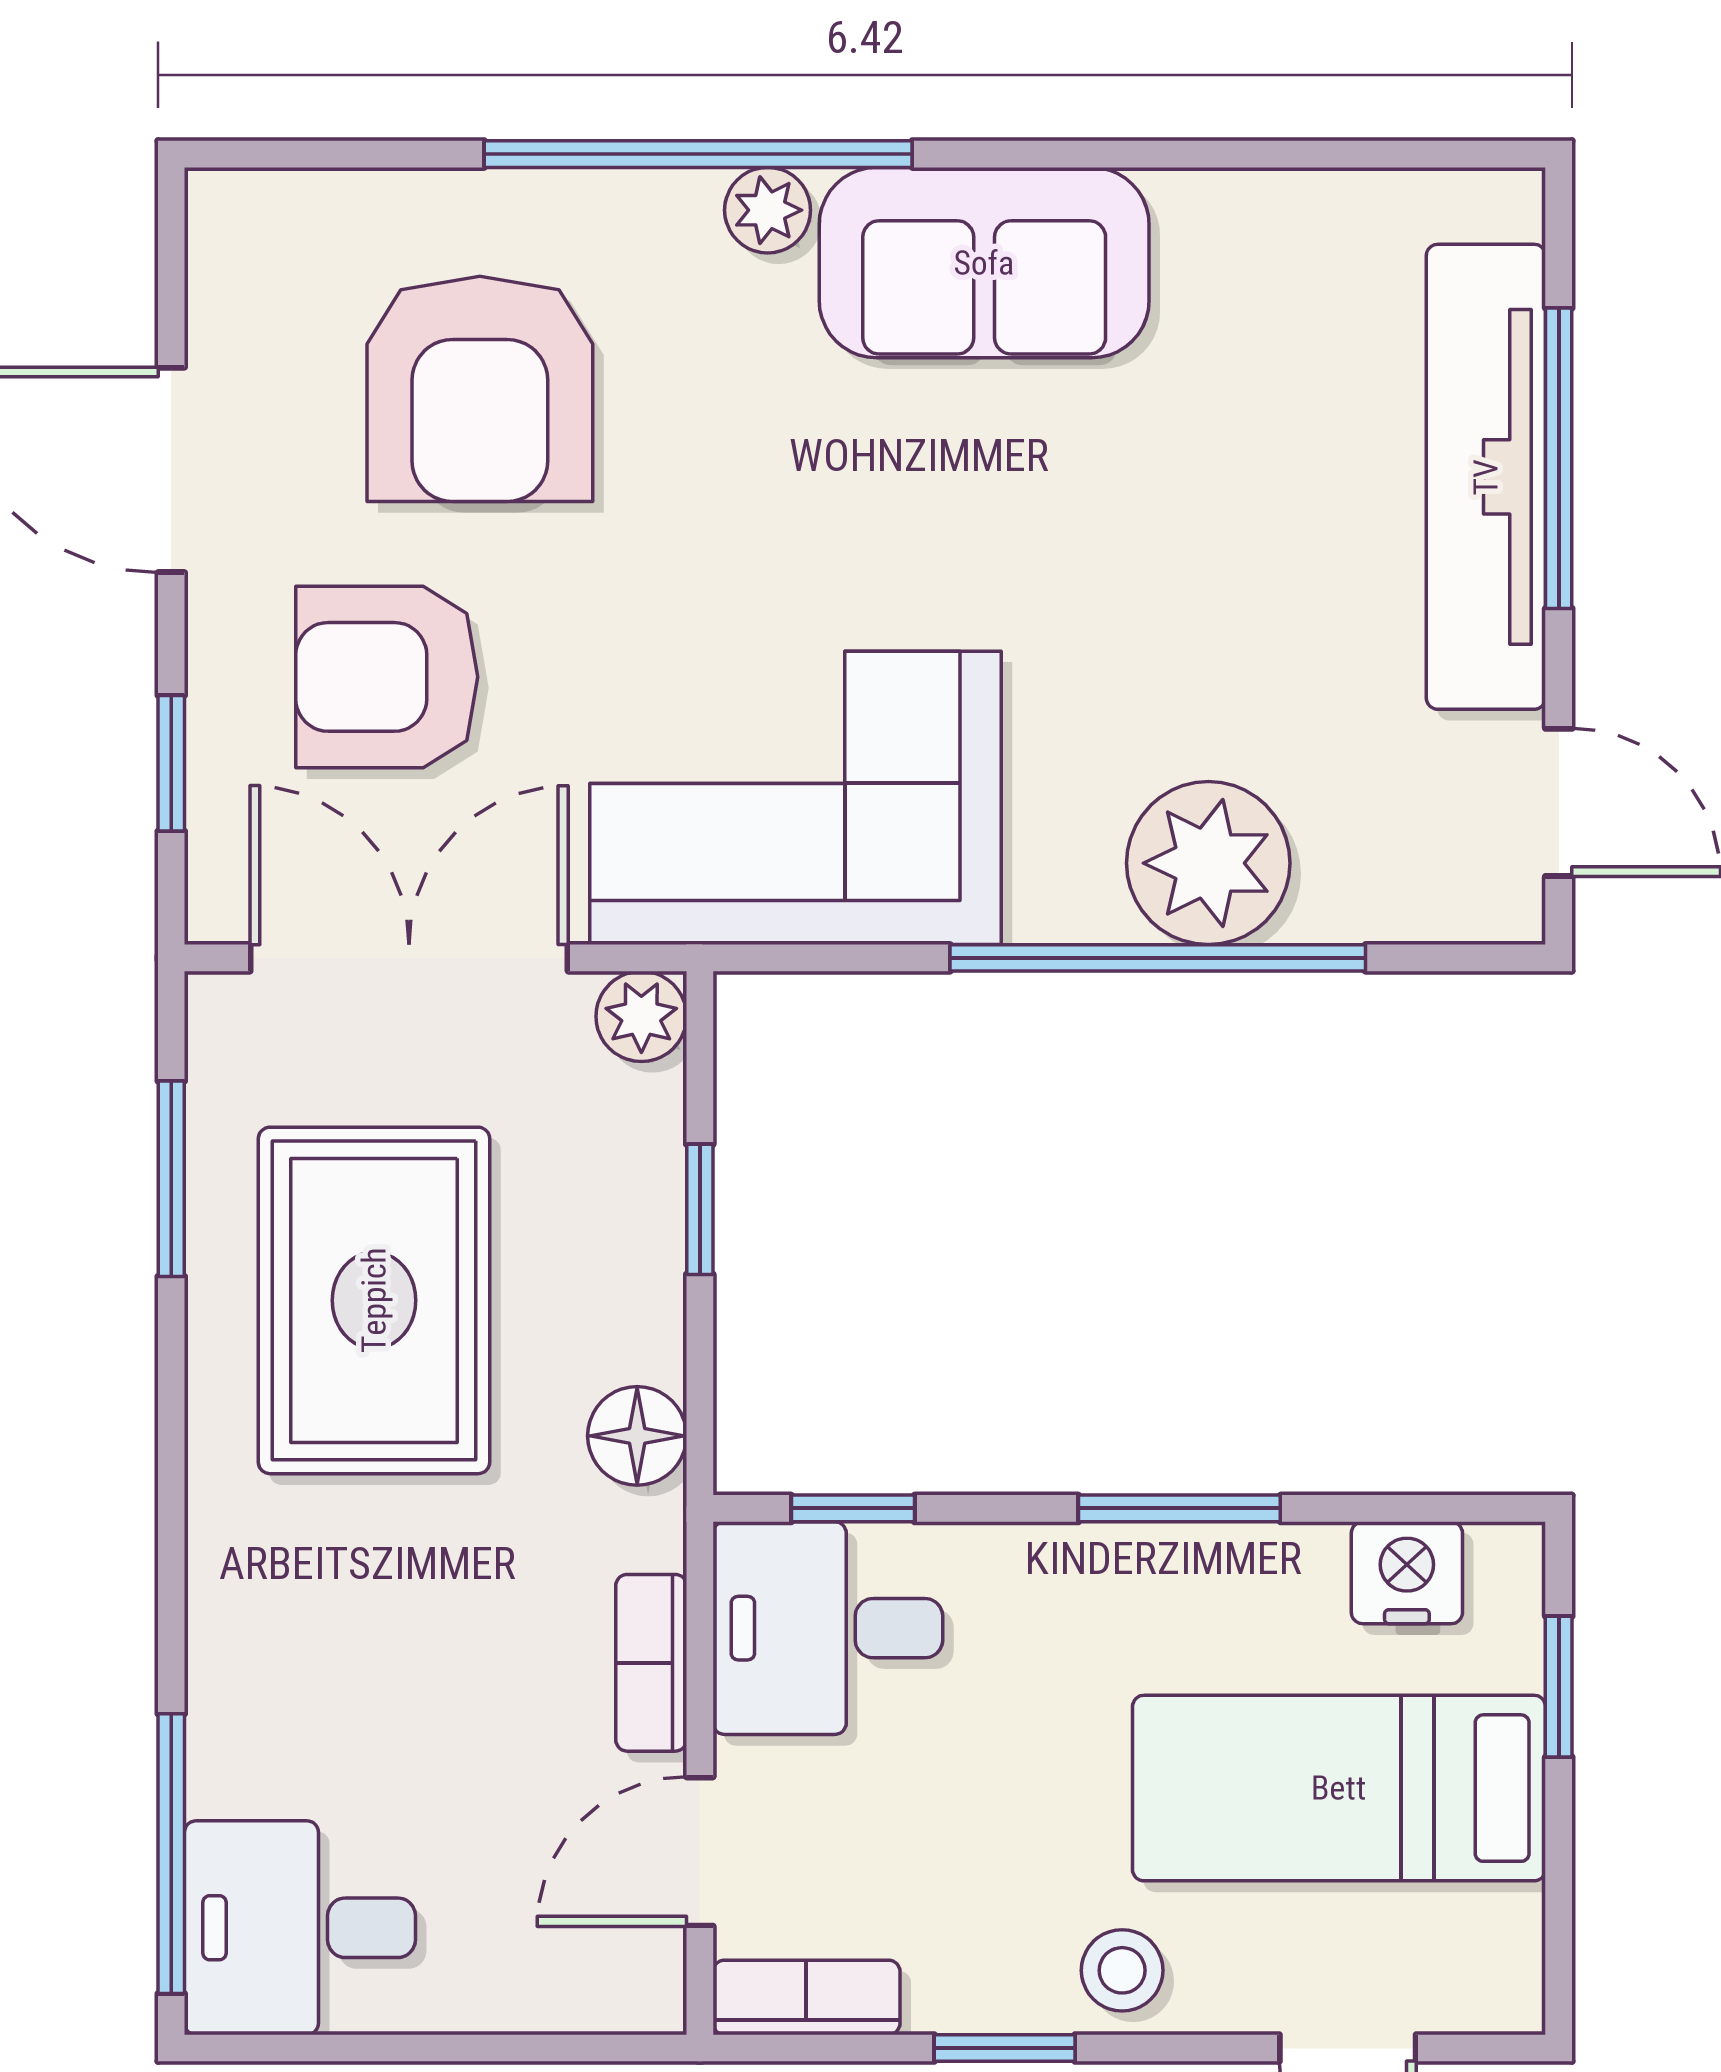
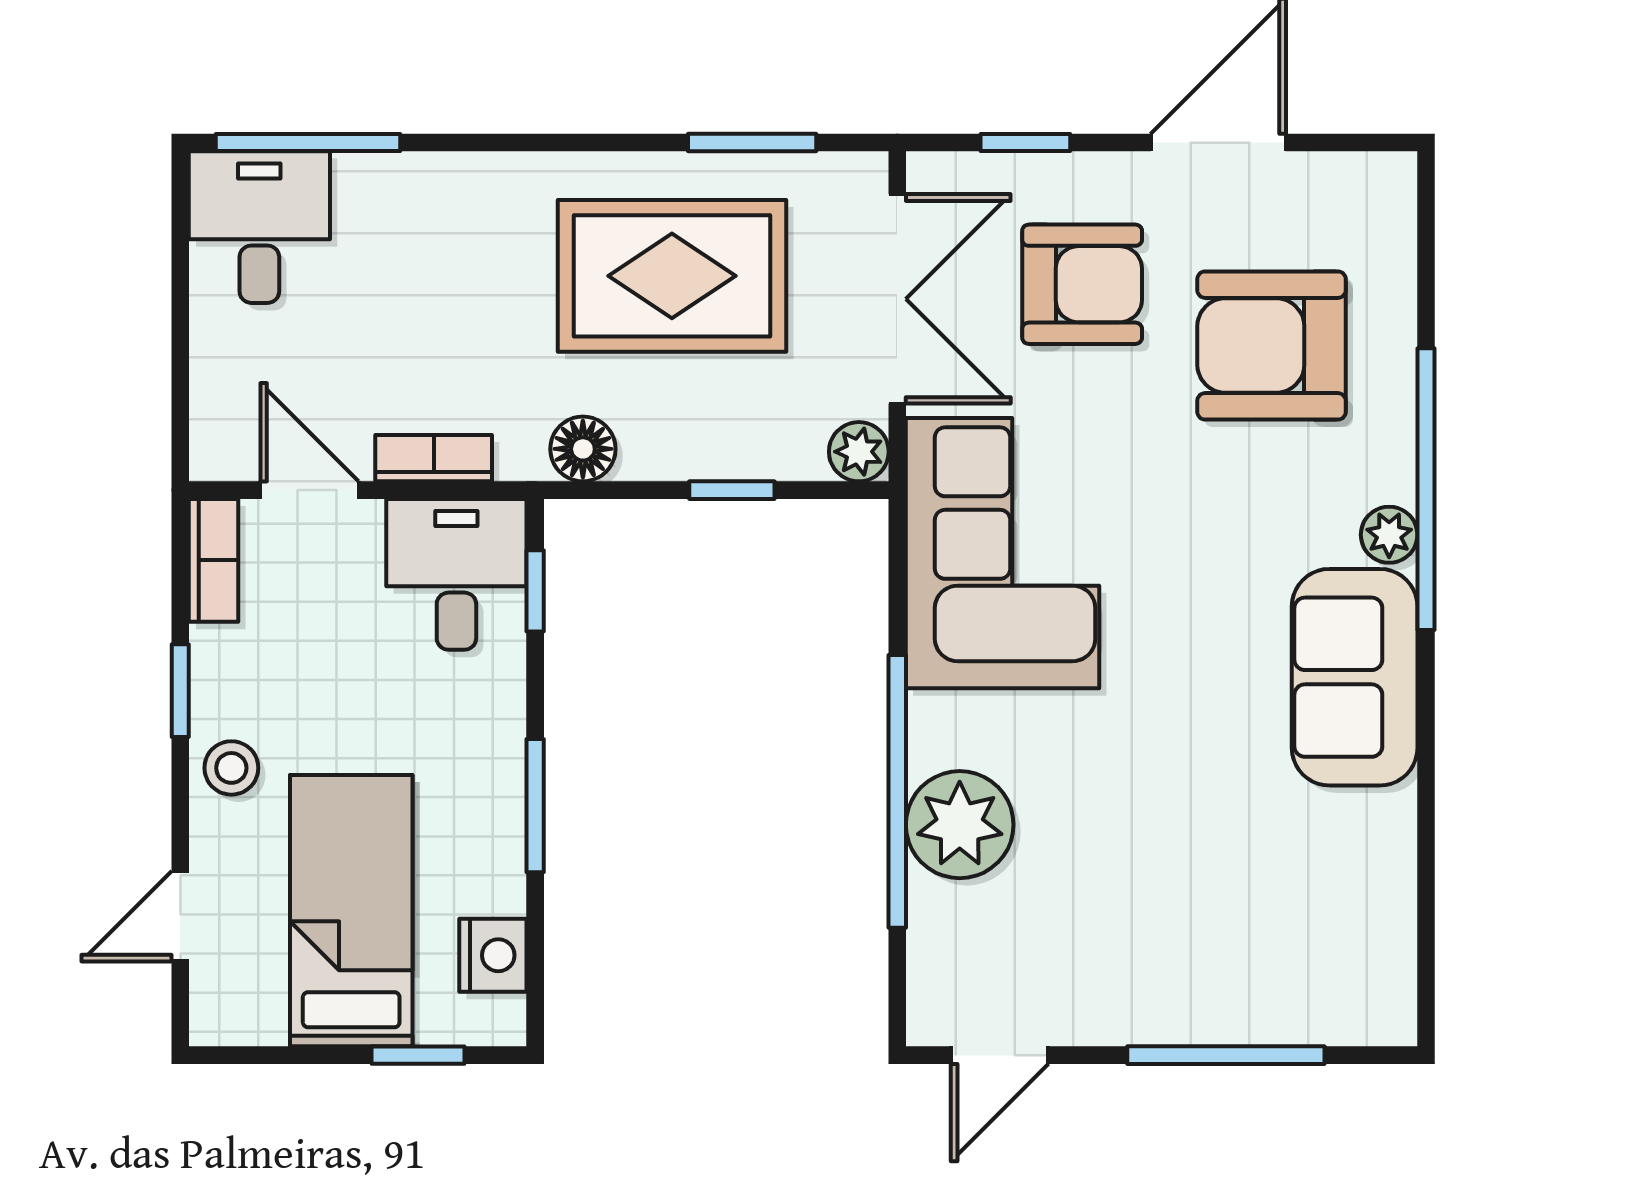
tv unit: (1486, 477) -> (1214, 1007), removed
armchair: (387, 677) -> (1082, 284), turned 90

